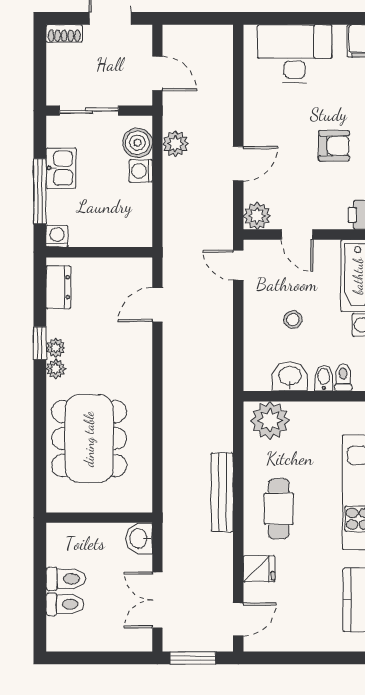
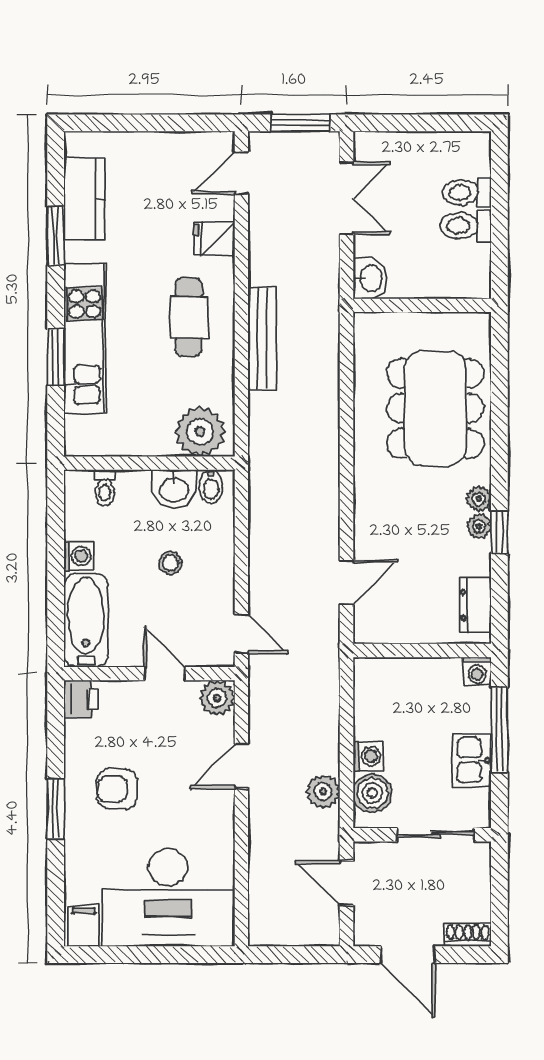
desk: (295, 54) -> (168, 897), width x1.36, depth x1.30
bidet: (324, 378) -> (211, 487), moved

